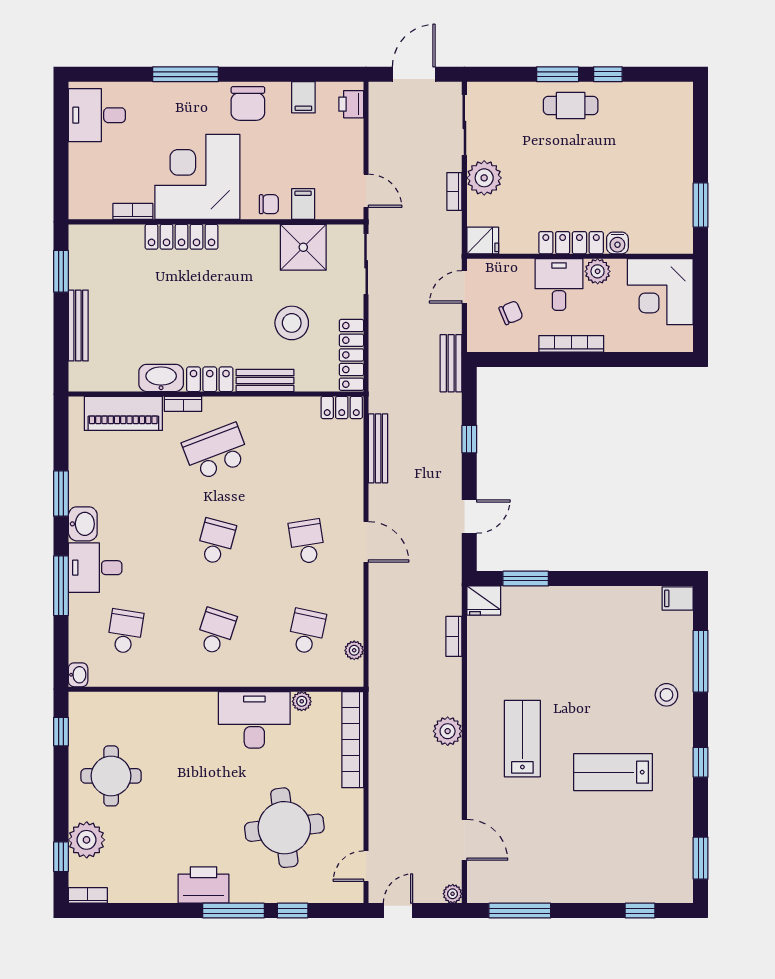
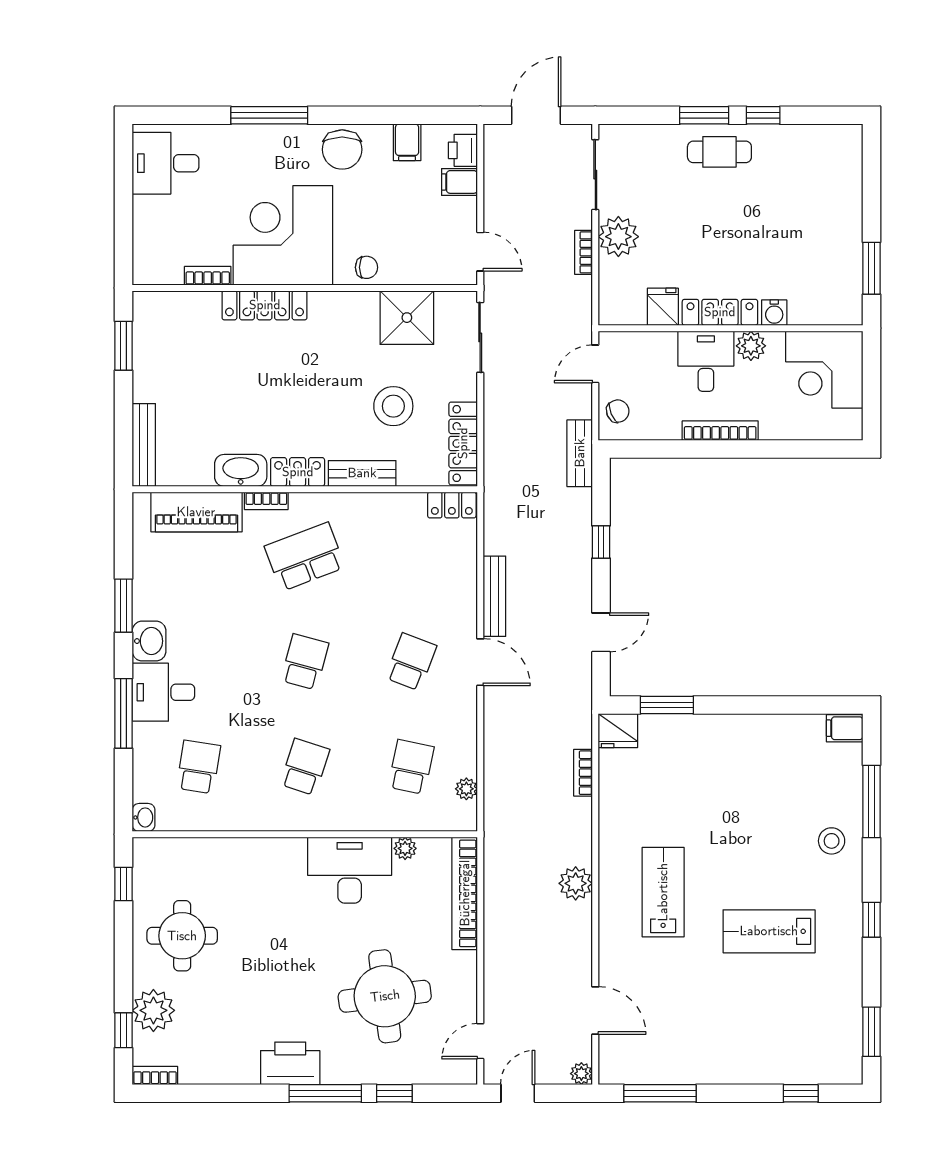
filing cabinet: (303, 204) -> (459, 182), moved, turned -90
fridge: (483, 241) -> (663, 307), moved, turned -90
chair: (511, 313) -> (618, 411), moved
bench: (78, 326) -> (144, 445), moved
bench: (378, 448) -> (494, 596), moved
school desk: (307, 542) -> (411, 662), turned 30

